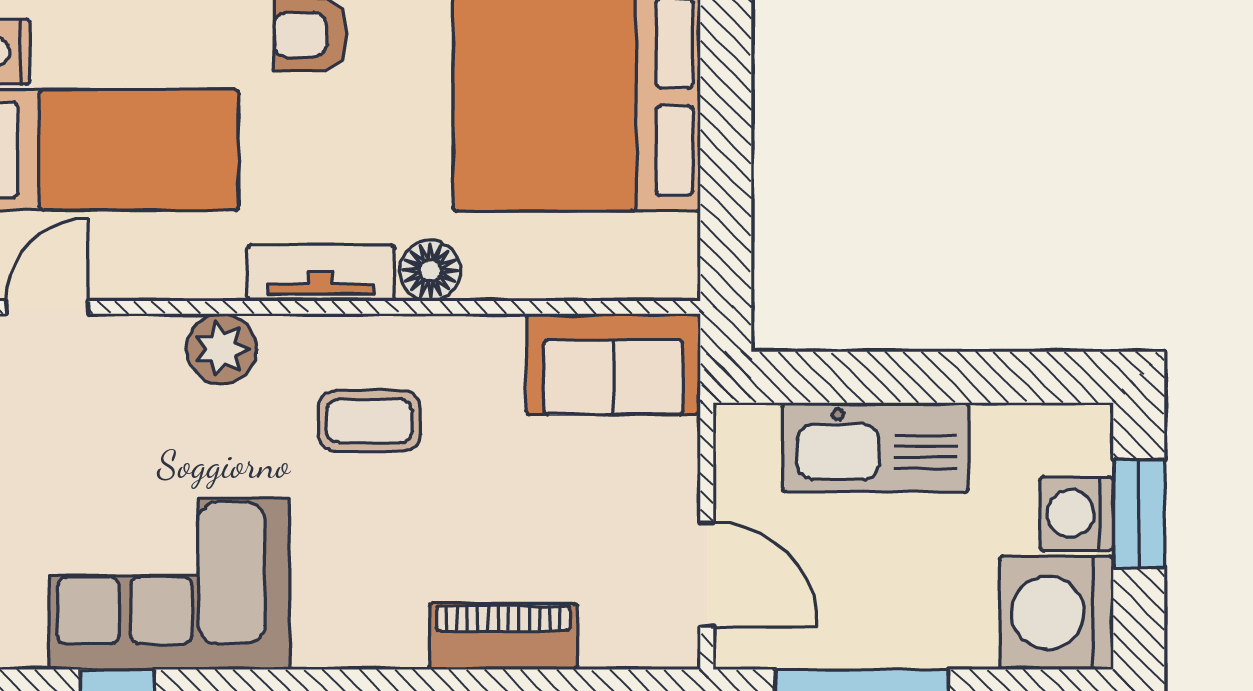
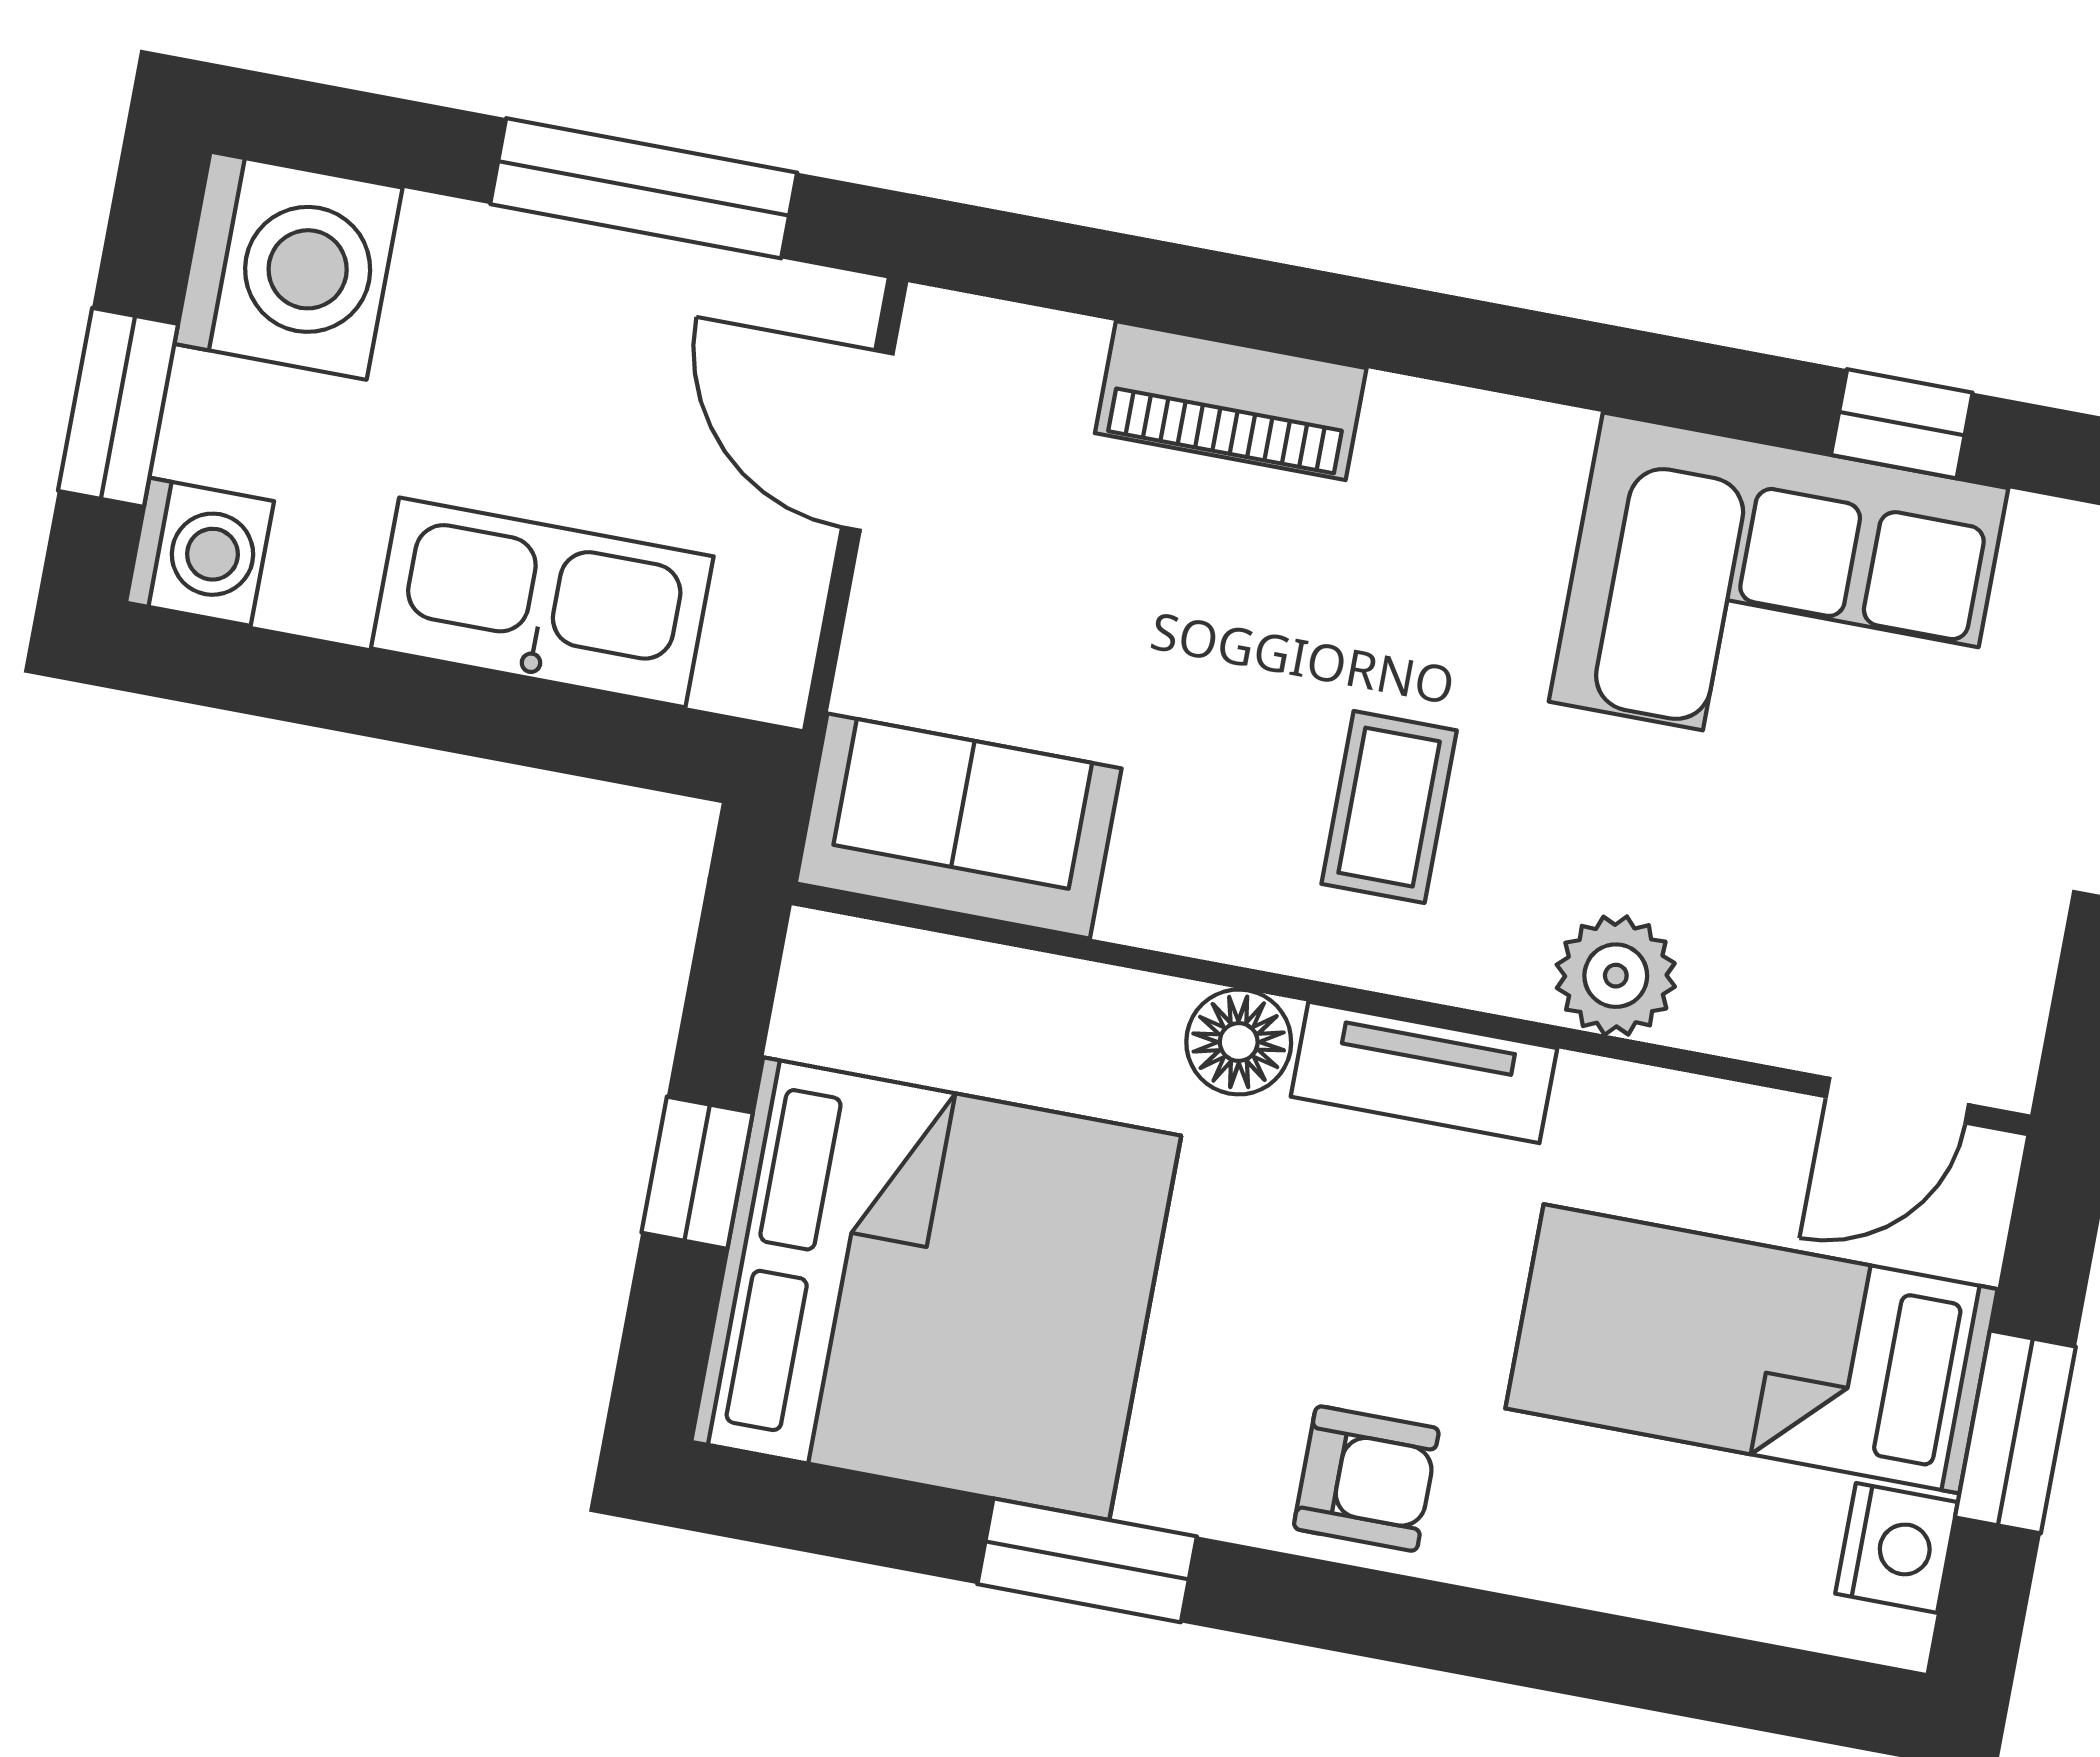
window: (726, 138) -> (697, 1173), added
coffee table: (369, 421) -> (1389, 807), turned 90
washing machine: (1076, 514) -> (200, 552), moved

